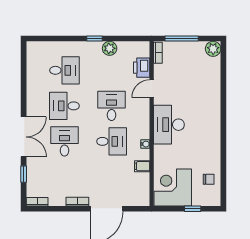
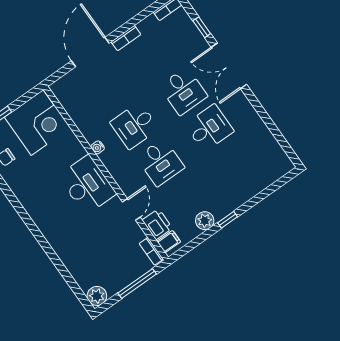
desk: (64, 70) -> (235, 165), removed
filing cabinet: (142, 166) -> (169, 242), moved

